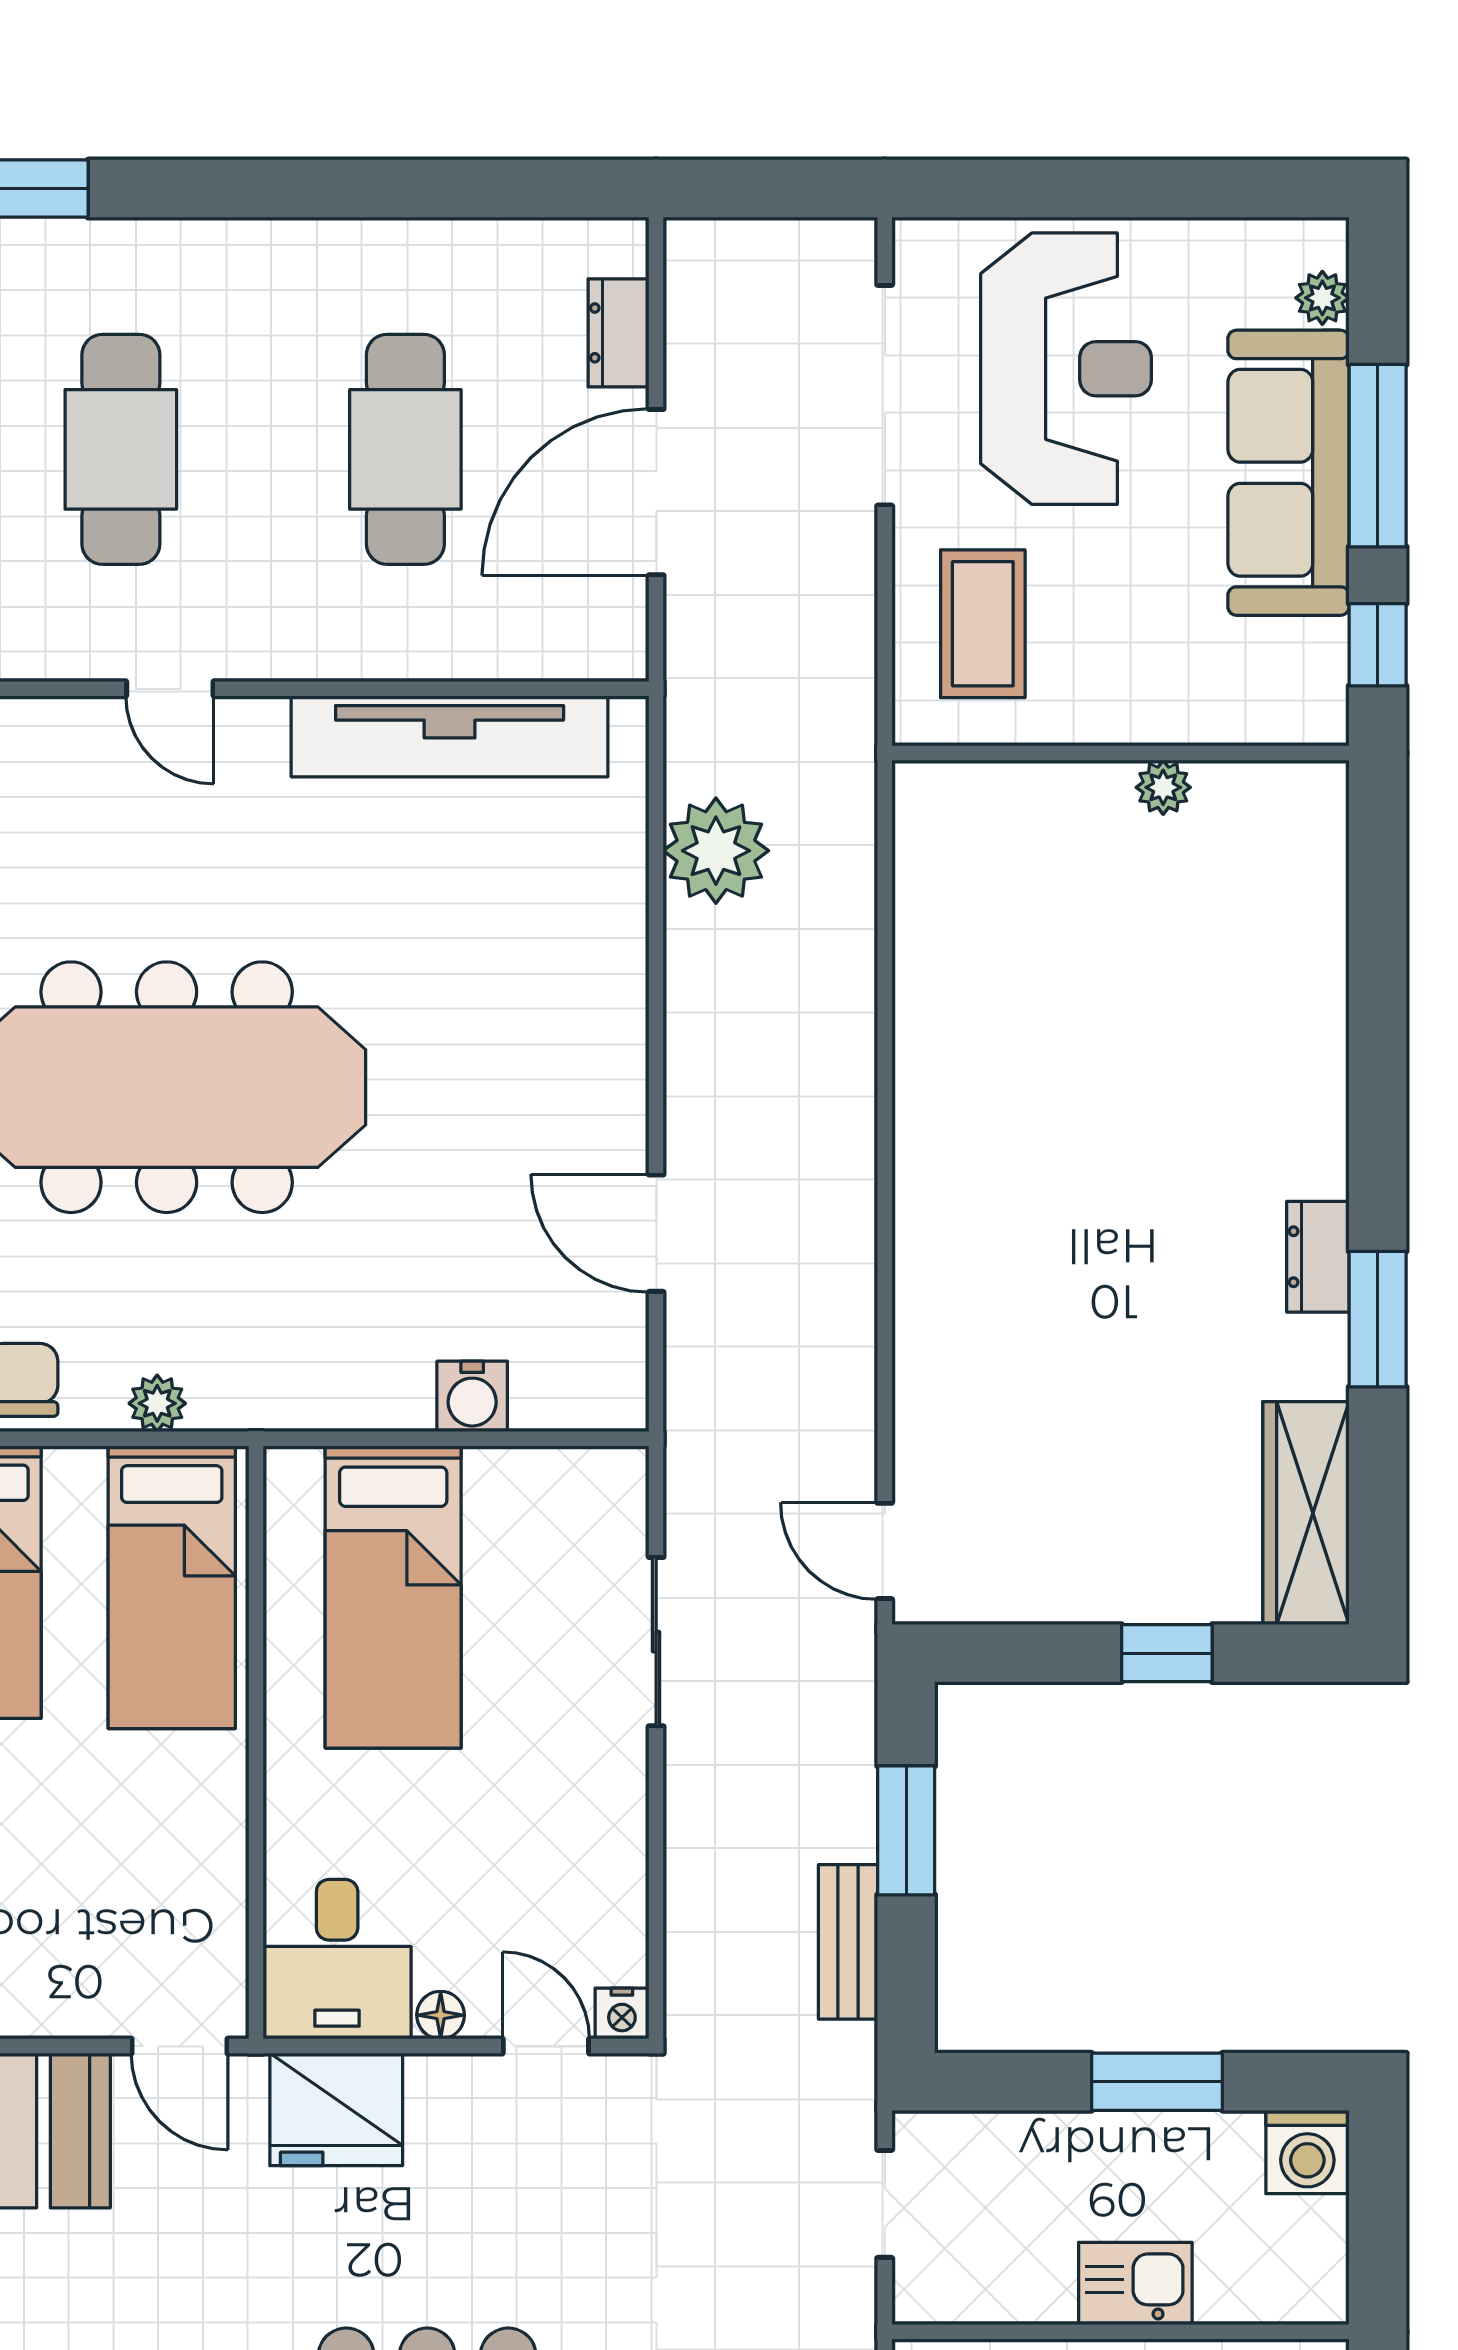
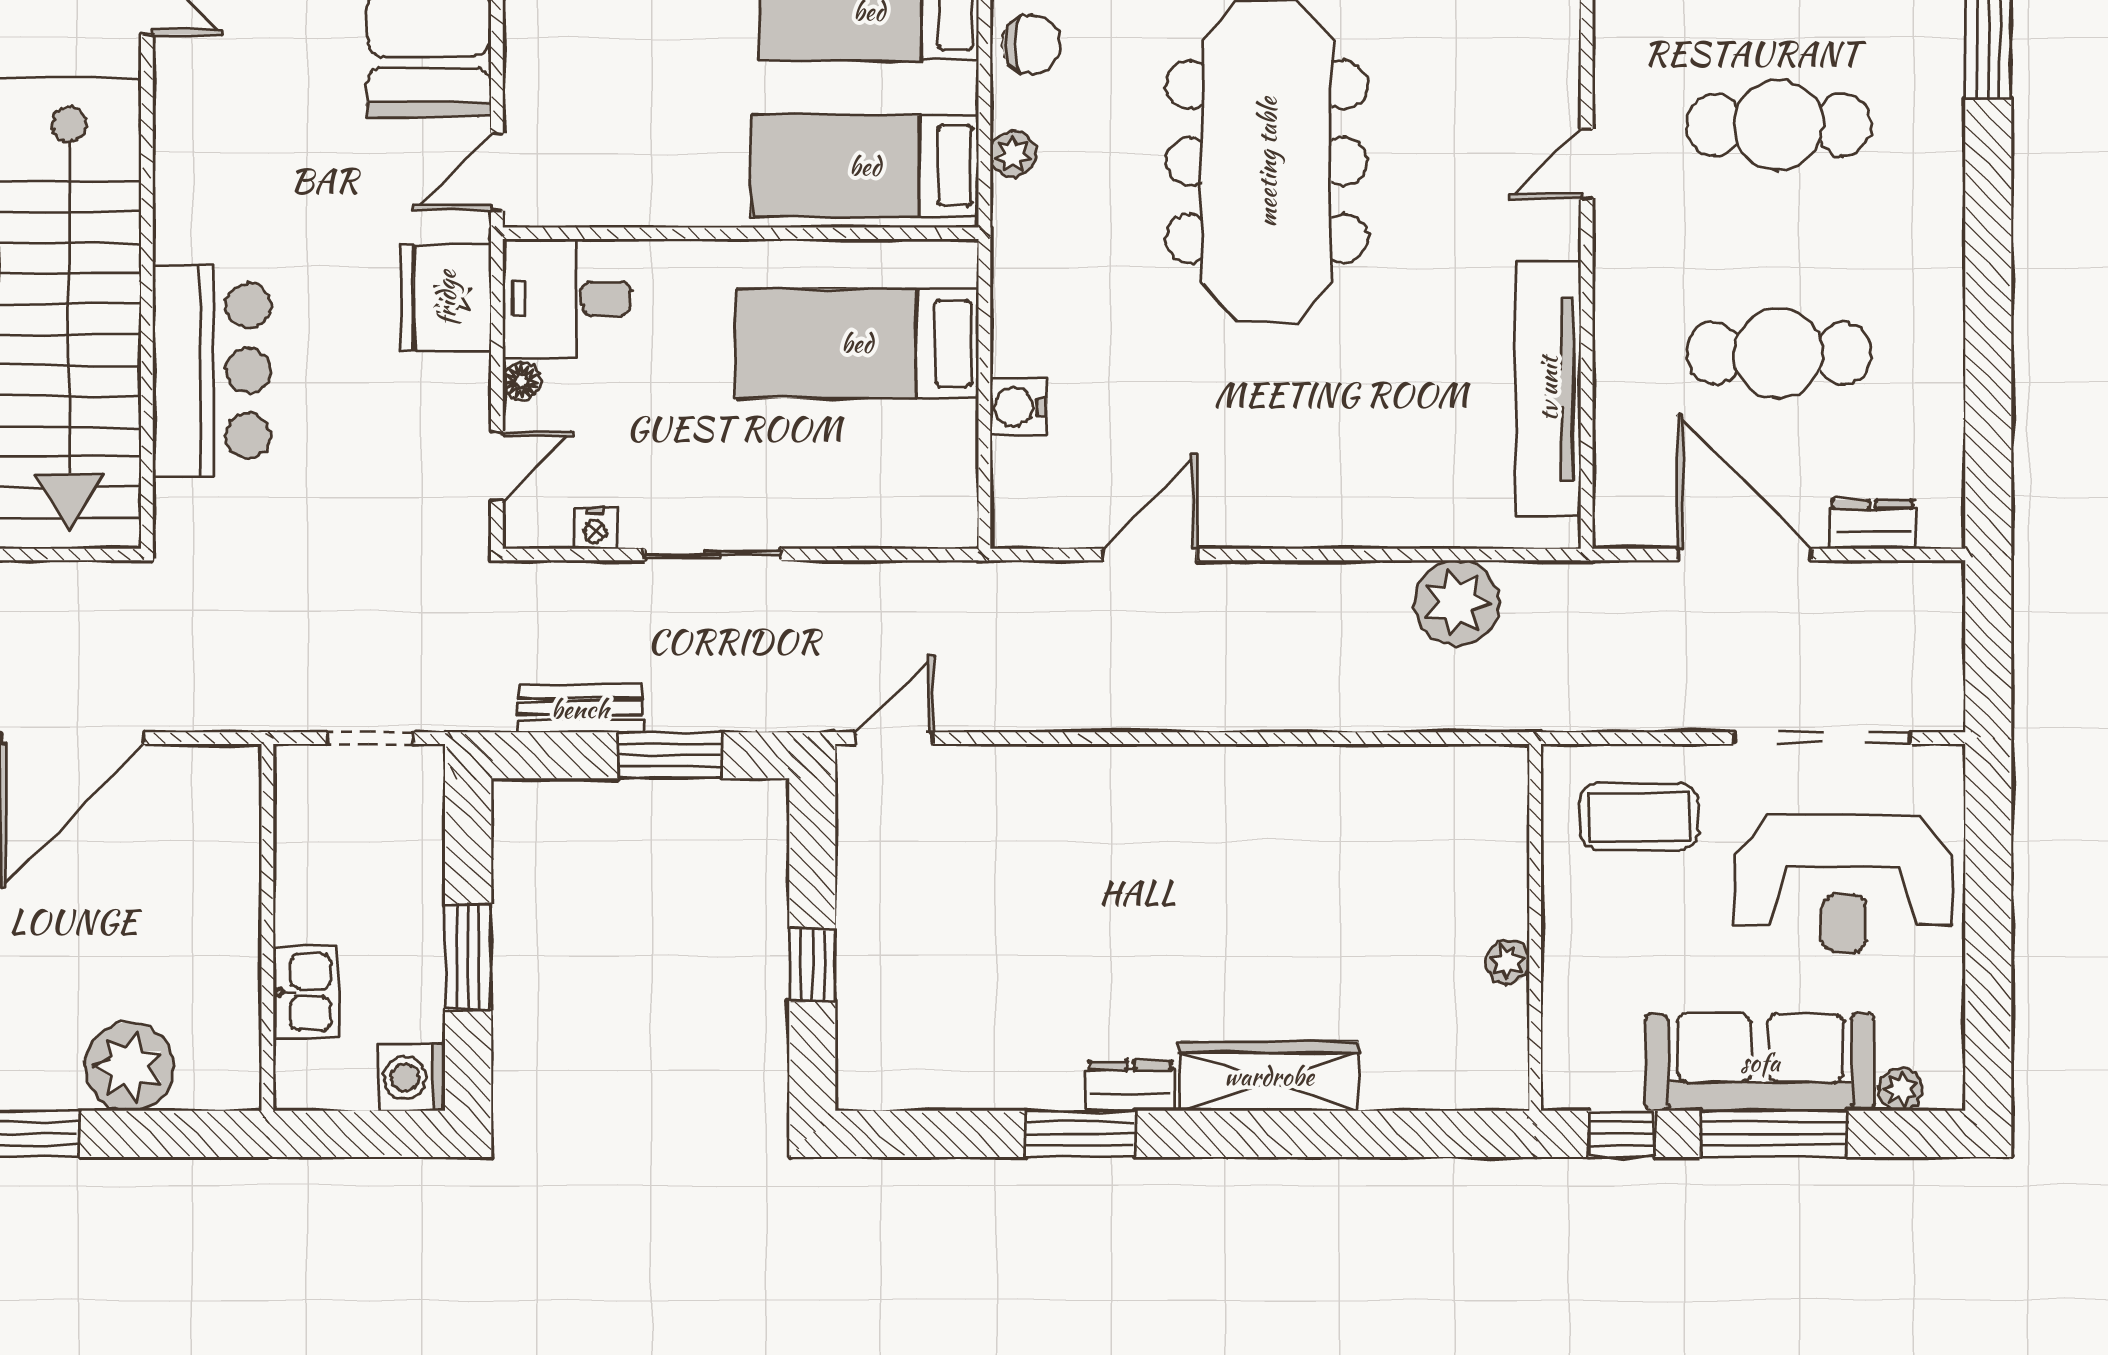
wardrobe: (1306, 1513) -> (1269, 1076), moved
sliding door: (656, 1642) -> (713, 554), moved
nightstand: (622, 2013) -> (595, 528), moved, turned -90
kitchen sink: (1135, 2284) -> (306, 993), moved

